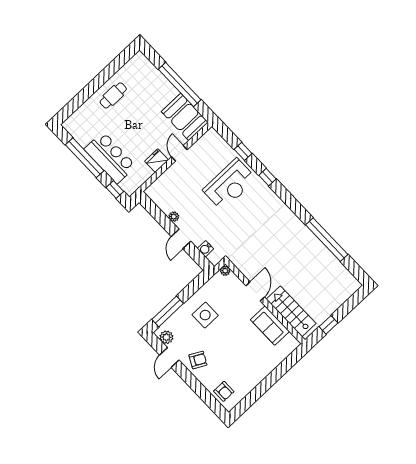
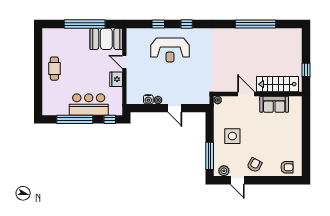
reception desk: (230, 184) -> (170, 50), turned 90
water cooler: (205, 249) -> (148, 99), moved

